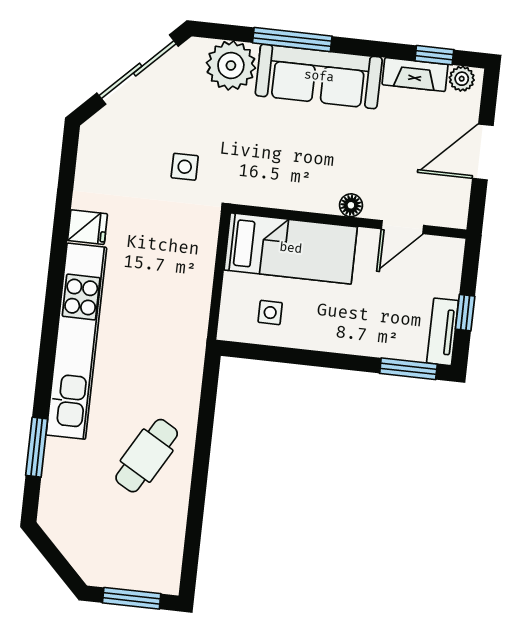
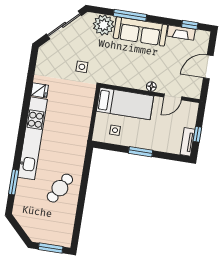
plant: (462, 79) -> (201, 35), removed
window: (408, 369) -> (141, 152), moved

